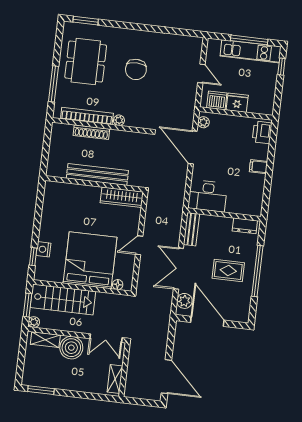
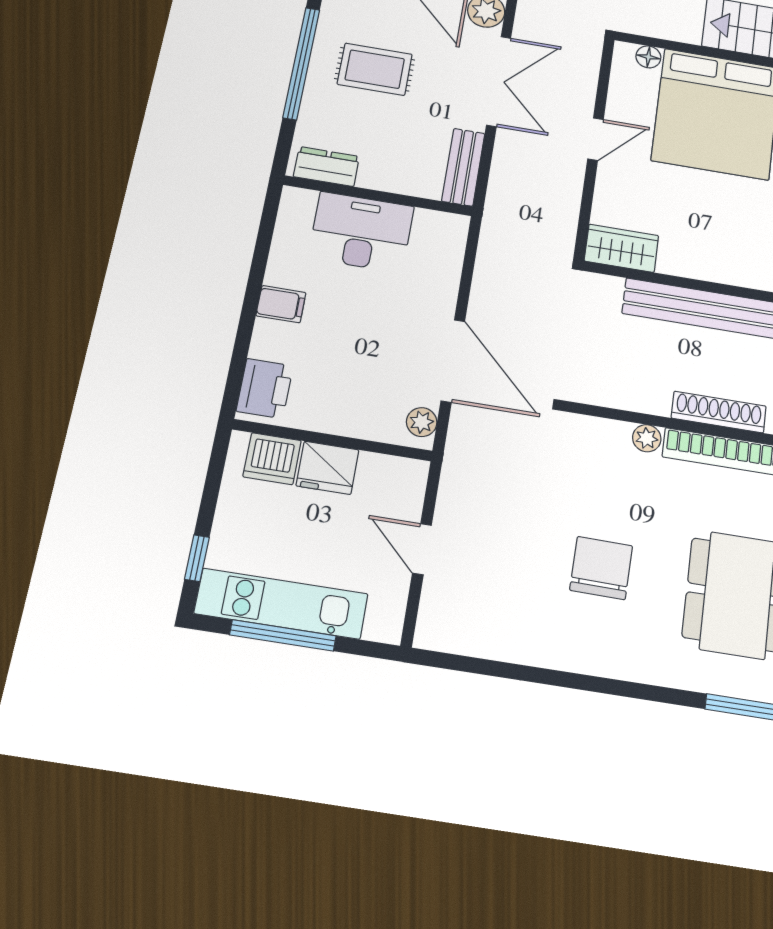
dishwasher: (217, 100) -> (272, 459), moved
desk: (208, 196) -> (361, 232), moved
wardrobe: (122, 197) -> (622, 248), width x0.67

